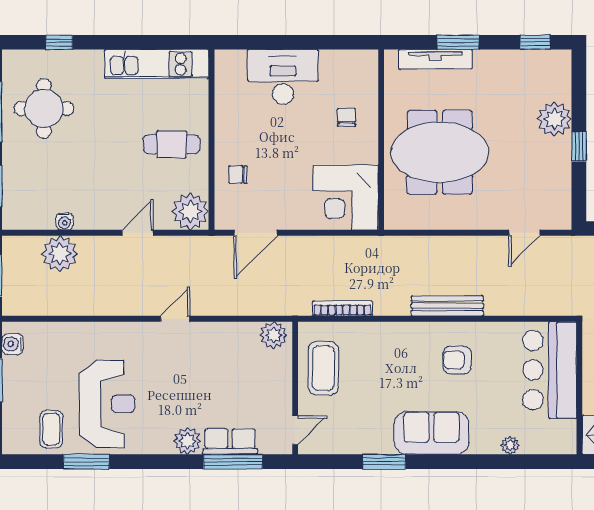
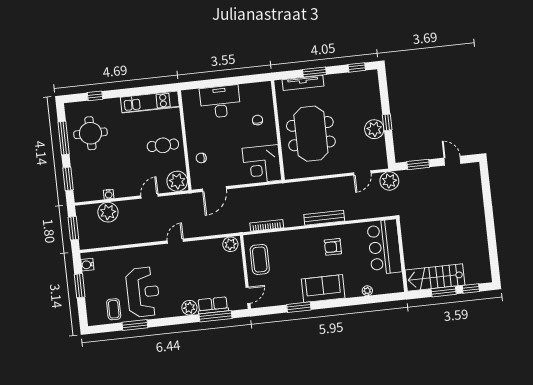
plant: (554, 119) -> (374, 129), moved
meeting table: (440, 152) -> (311, 134), turned 90
plant: (571, 253) -> (389, 181), added

